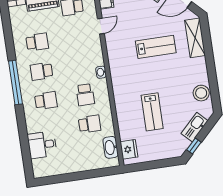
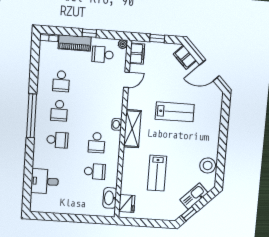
shelving: (195, 38) -> (132, 129), moved
school desk: (37, 42) -> (61, 81), turned 90
school desk: (42, 71) -> (59, 111), turned -90

